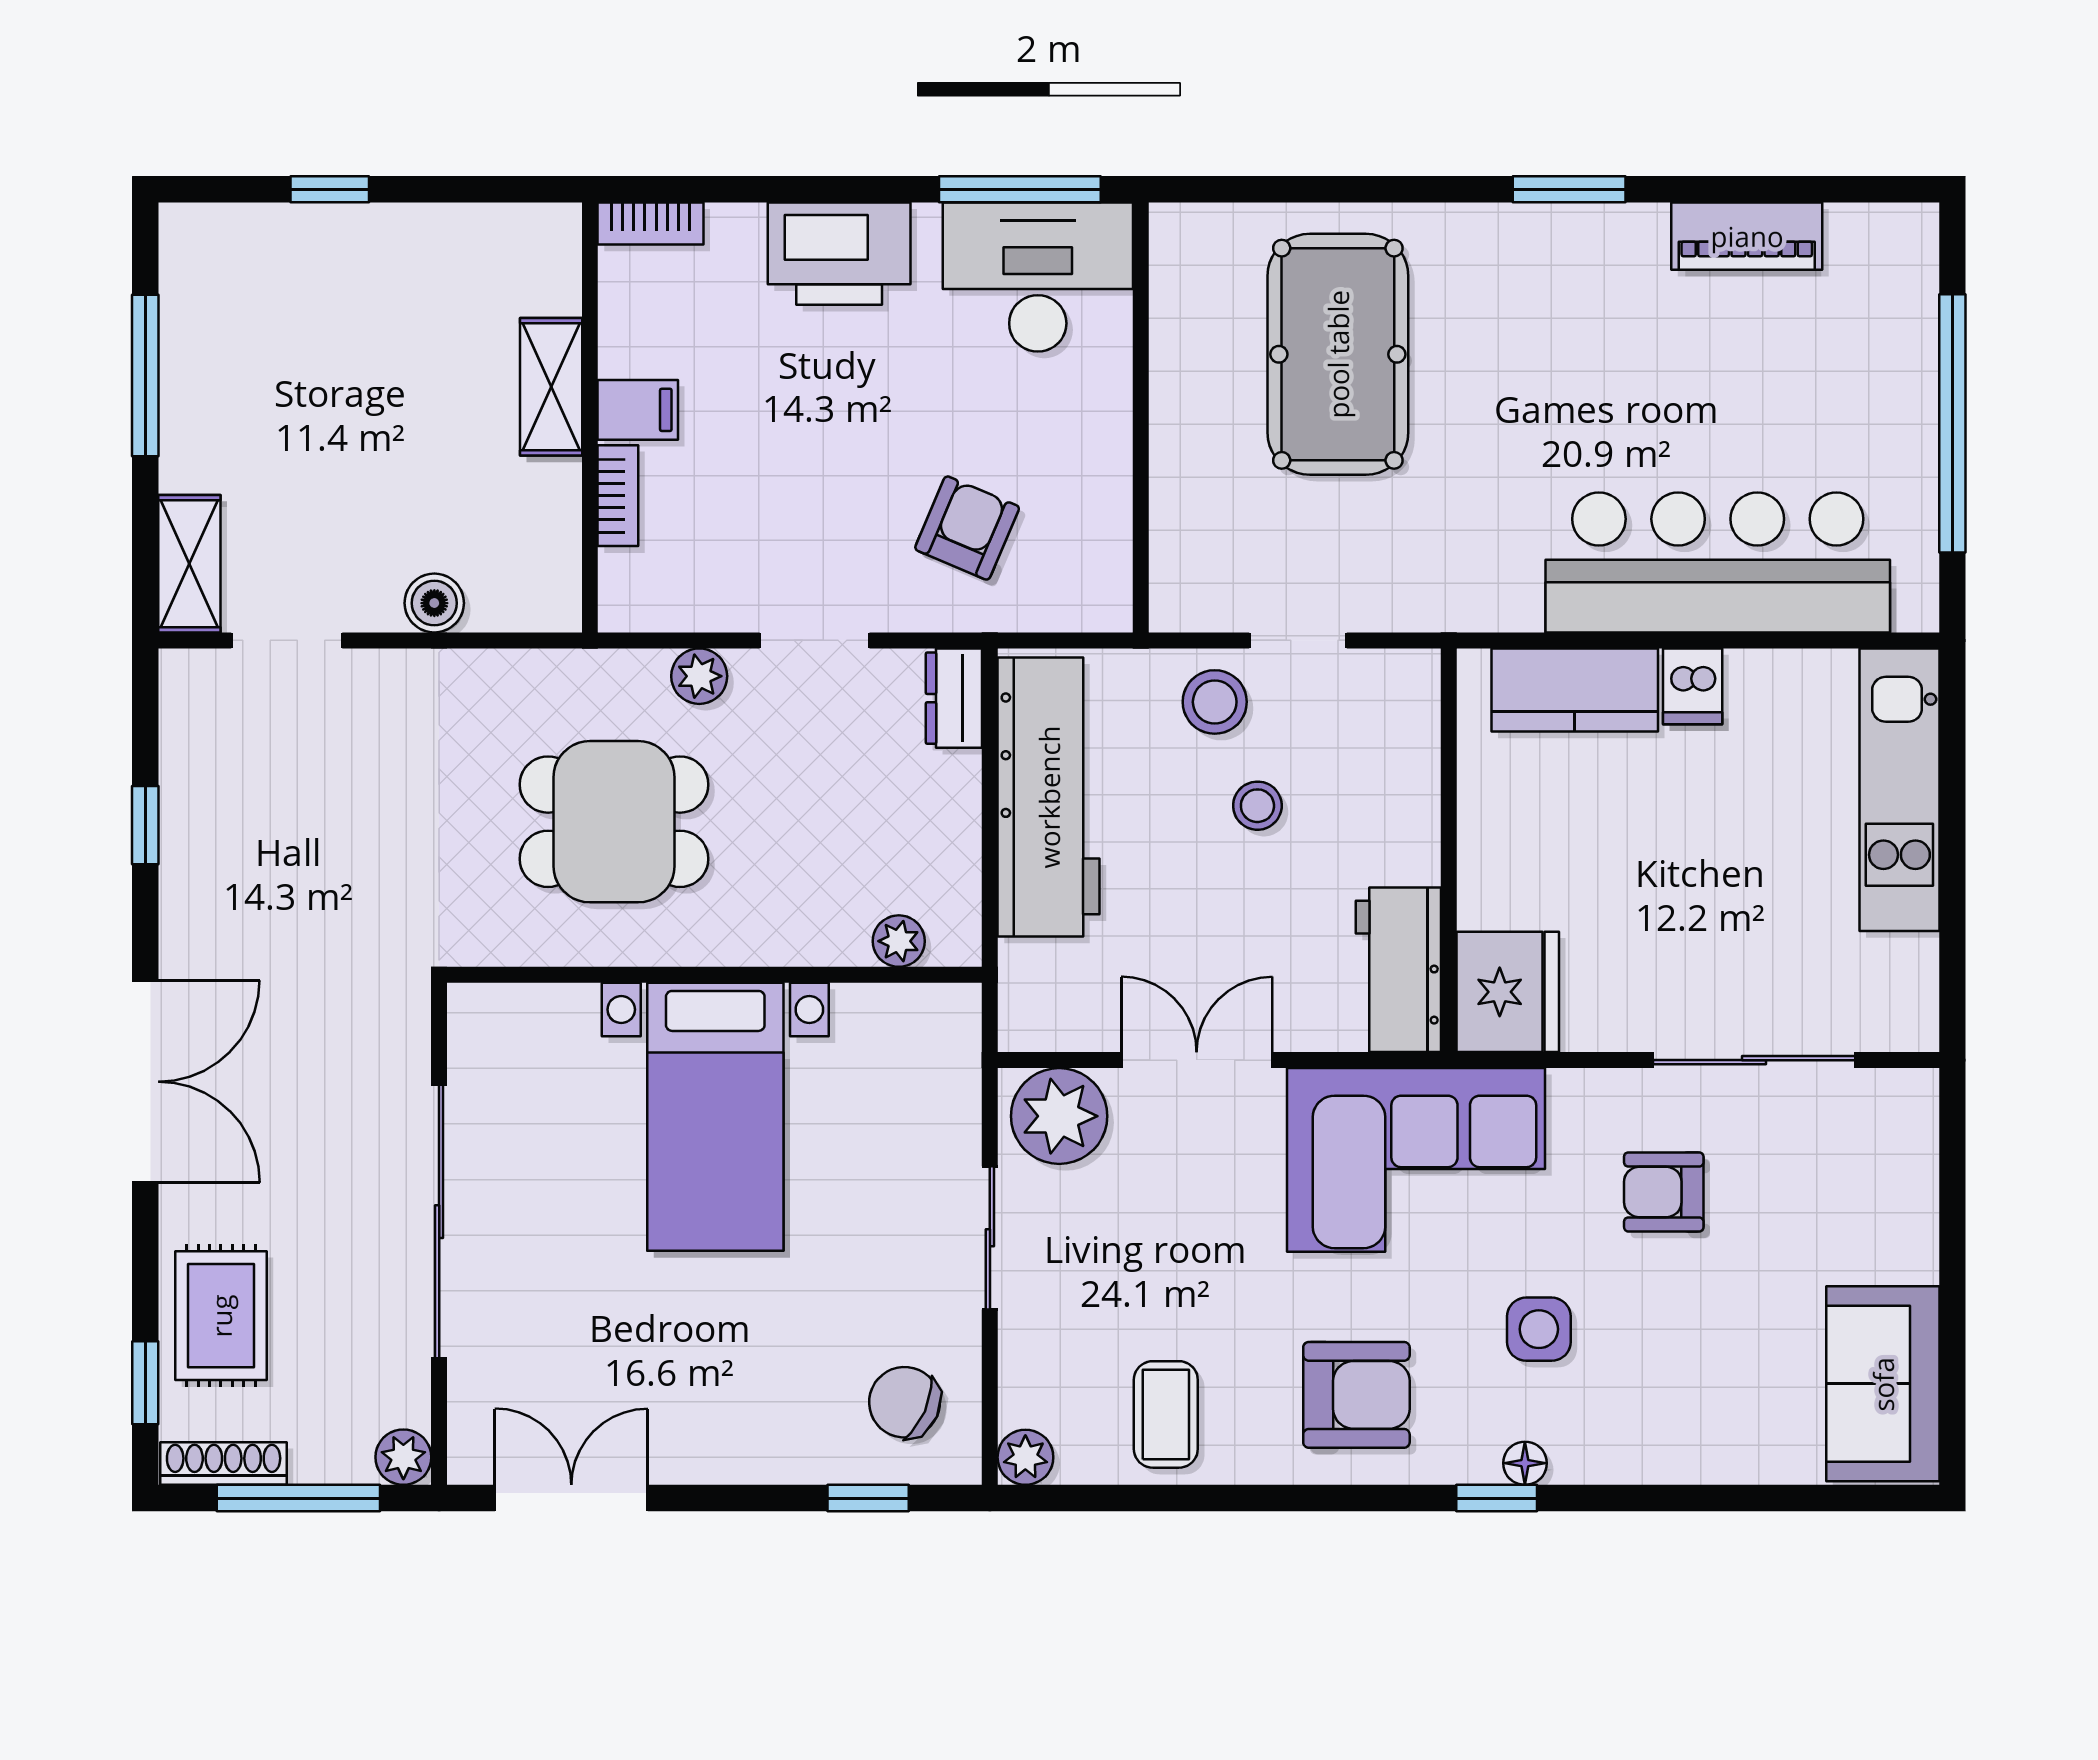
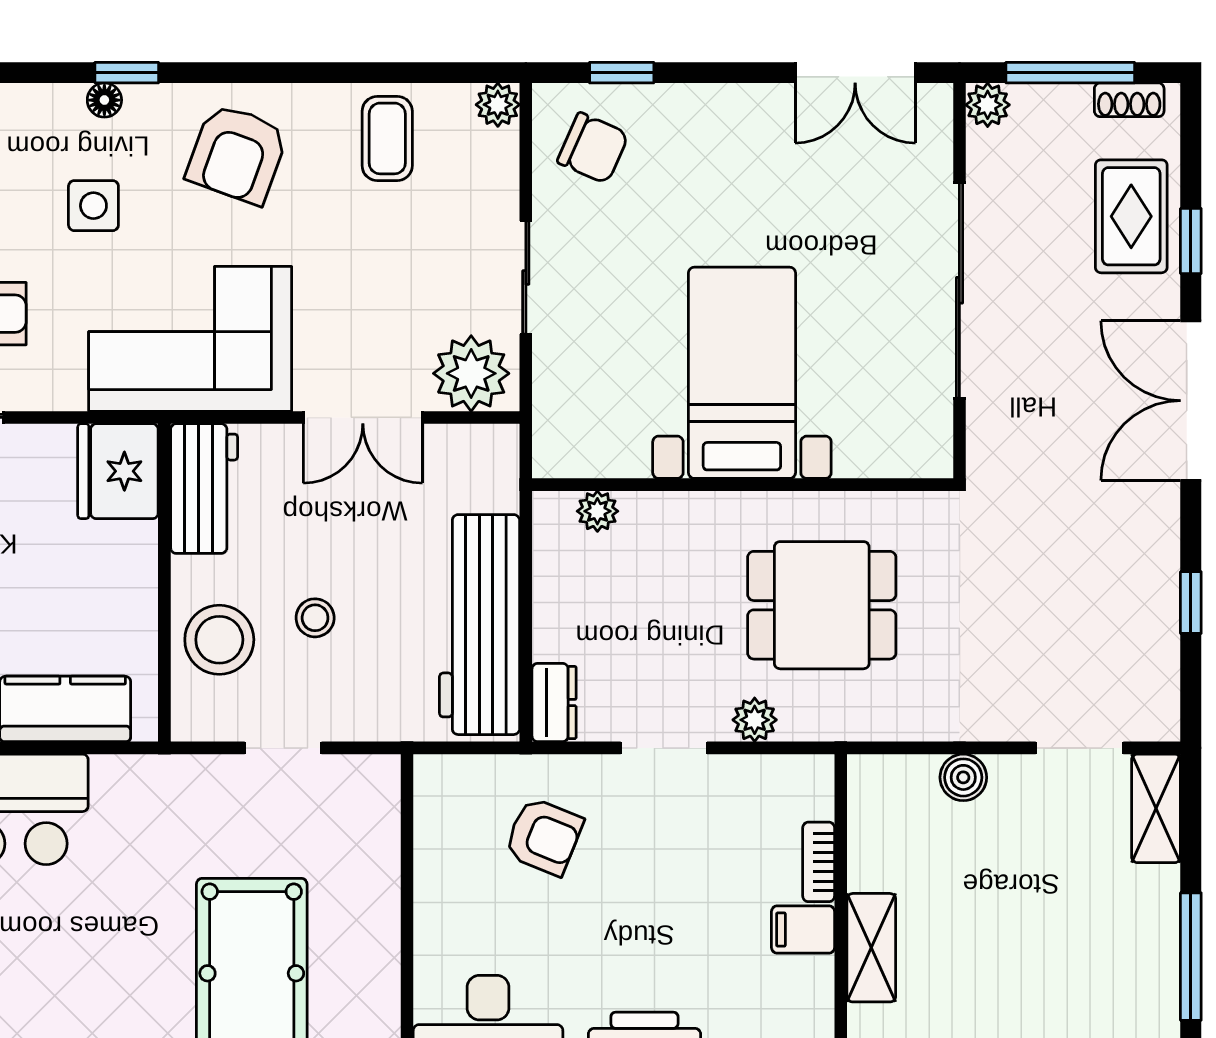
armchair: (967, 528) -> (544, 836), turned -91
stool: (1215, 702) -> (219, 640), moved, width x1.38, depth x1.38
window: (145, 1383) -> (1191, 241), moved
armchair: (1356, 1395) -> (237, 154), turned -70
shoe rack: (224, 1464) -> (1129, 100), width x0.70

